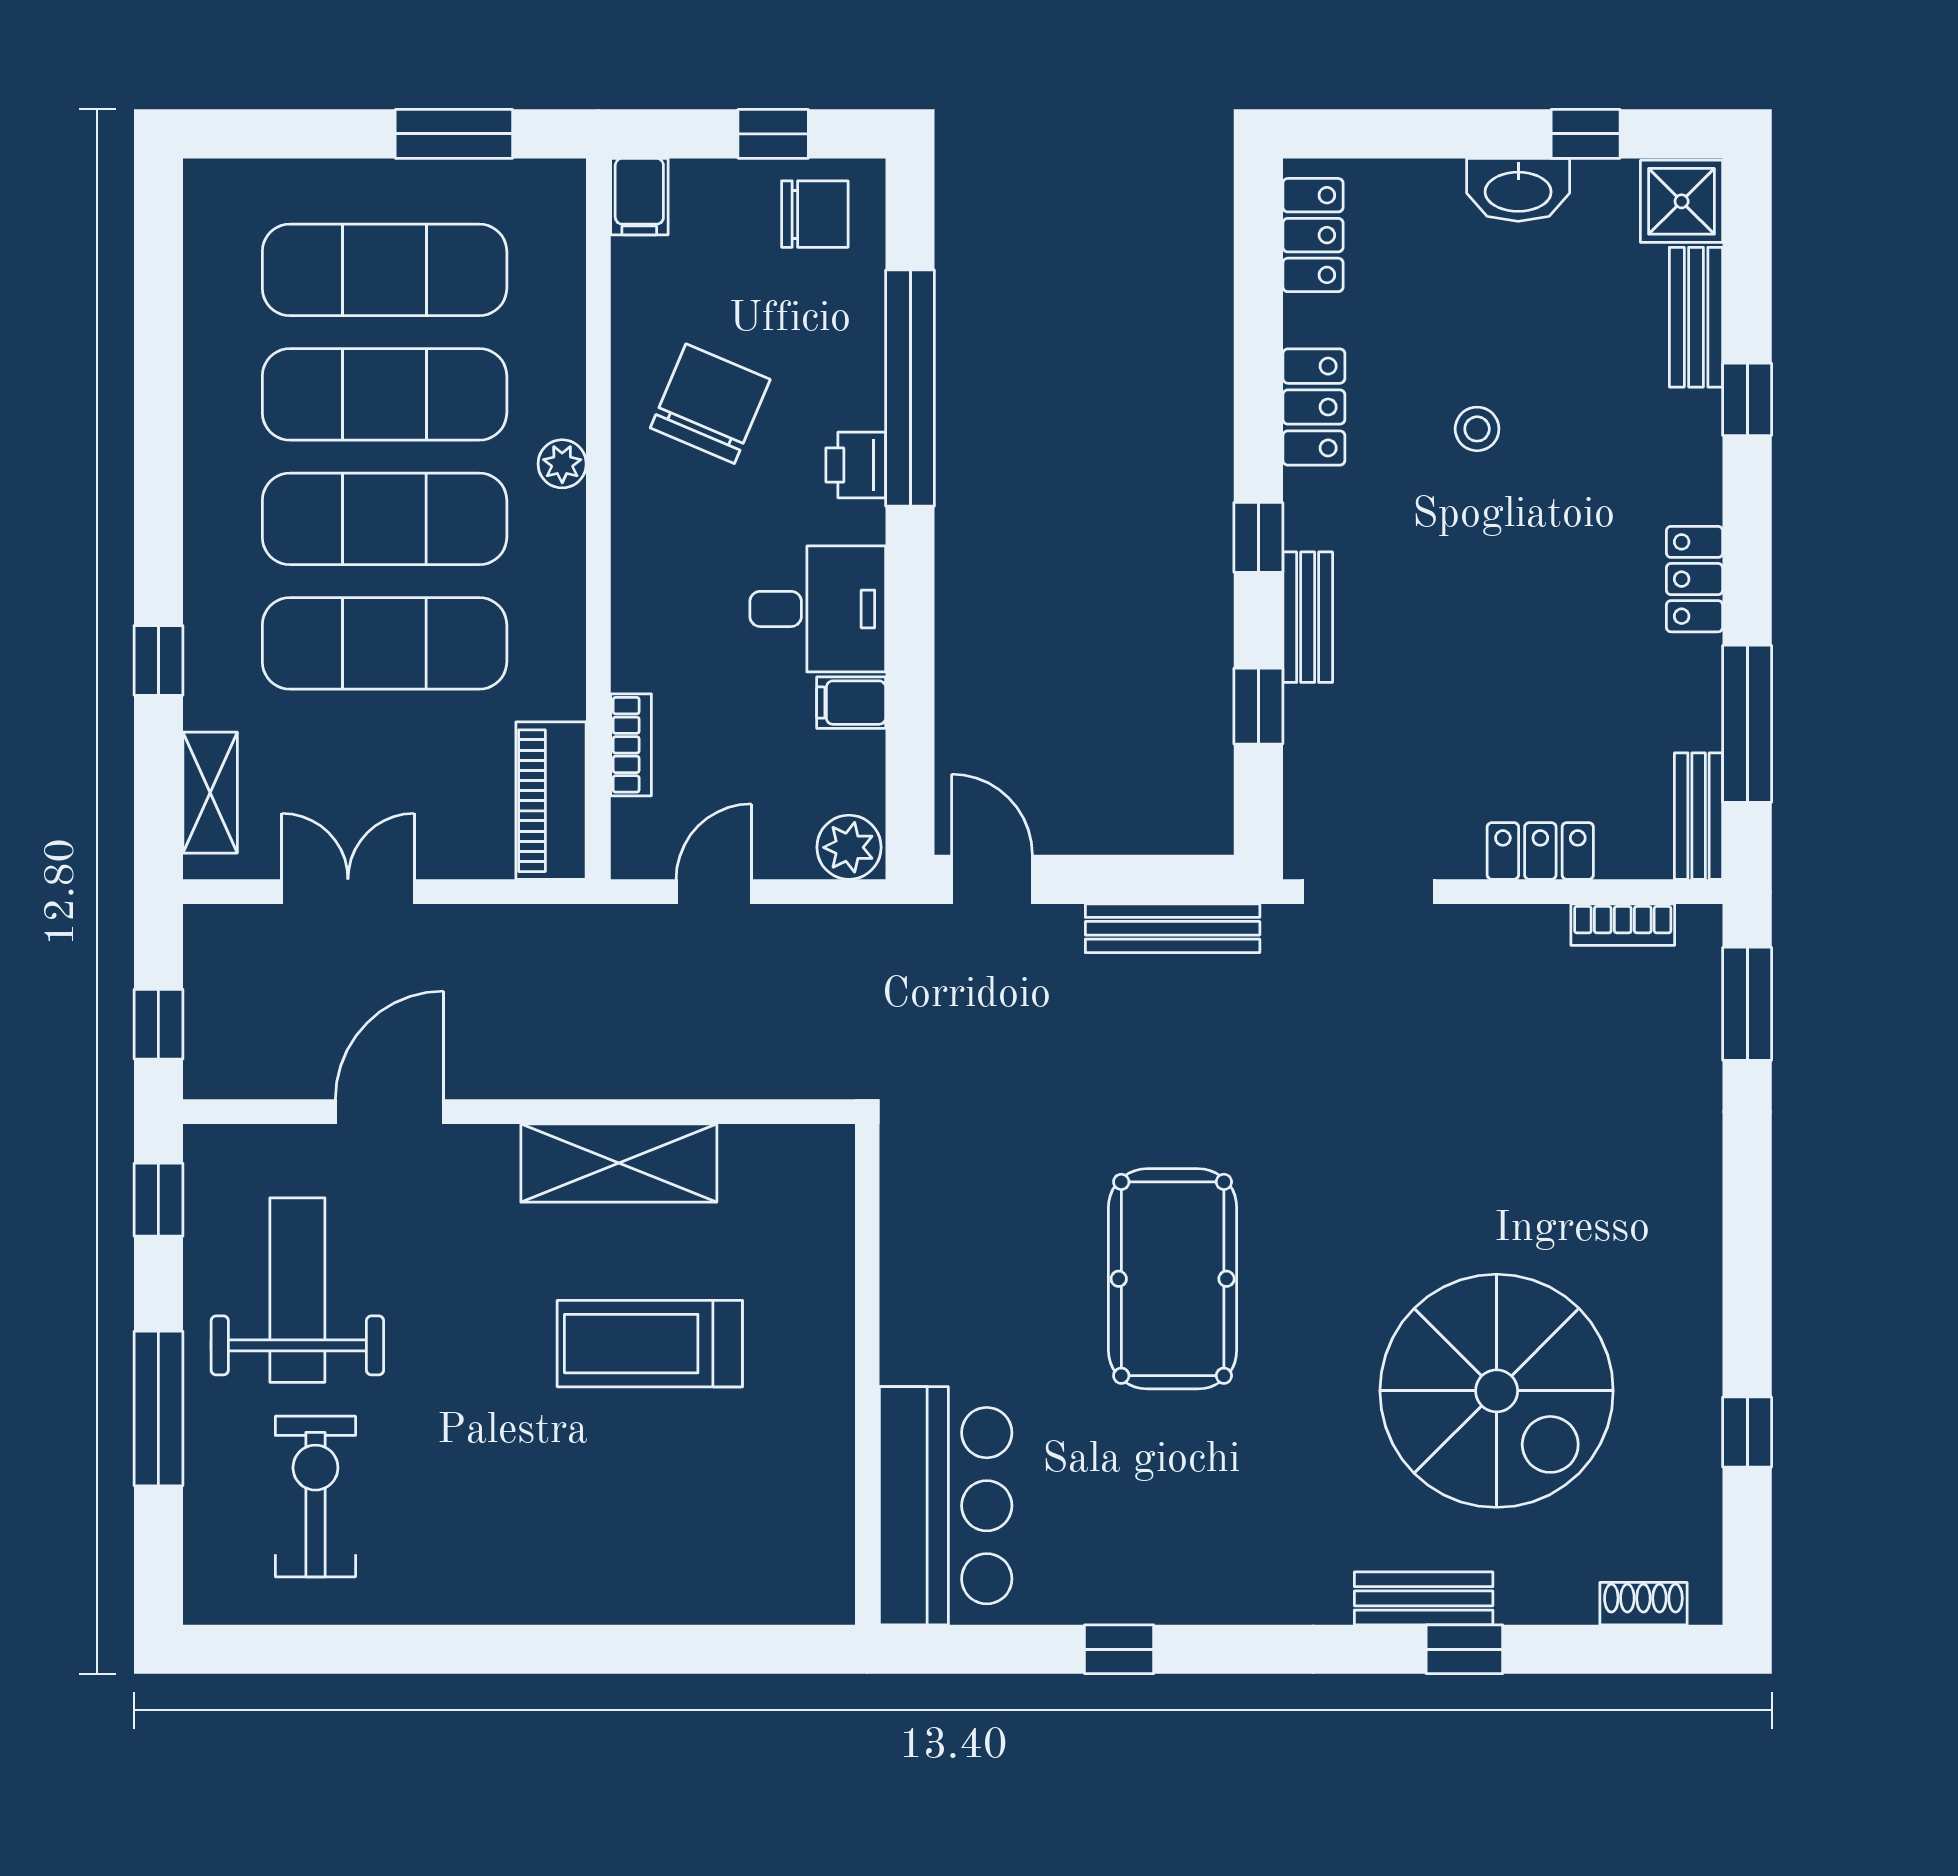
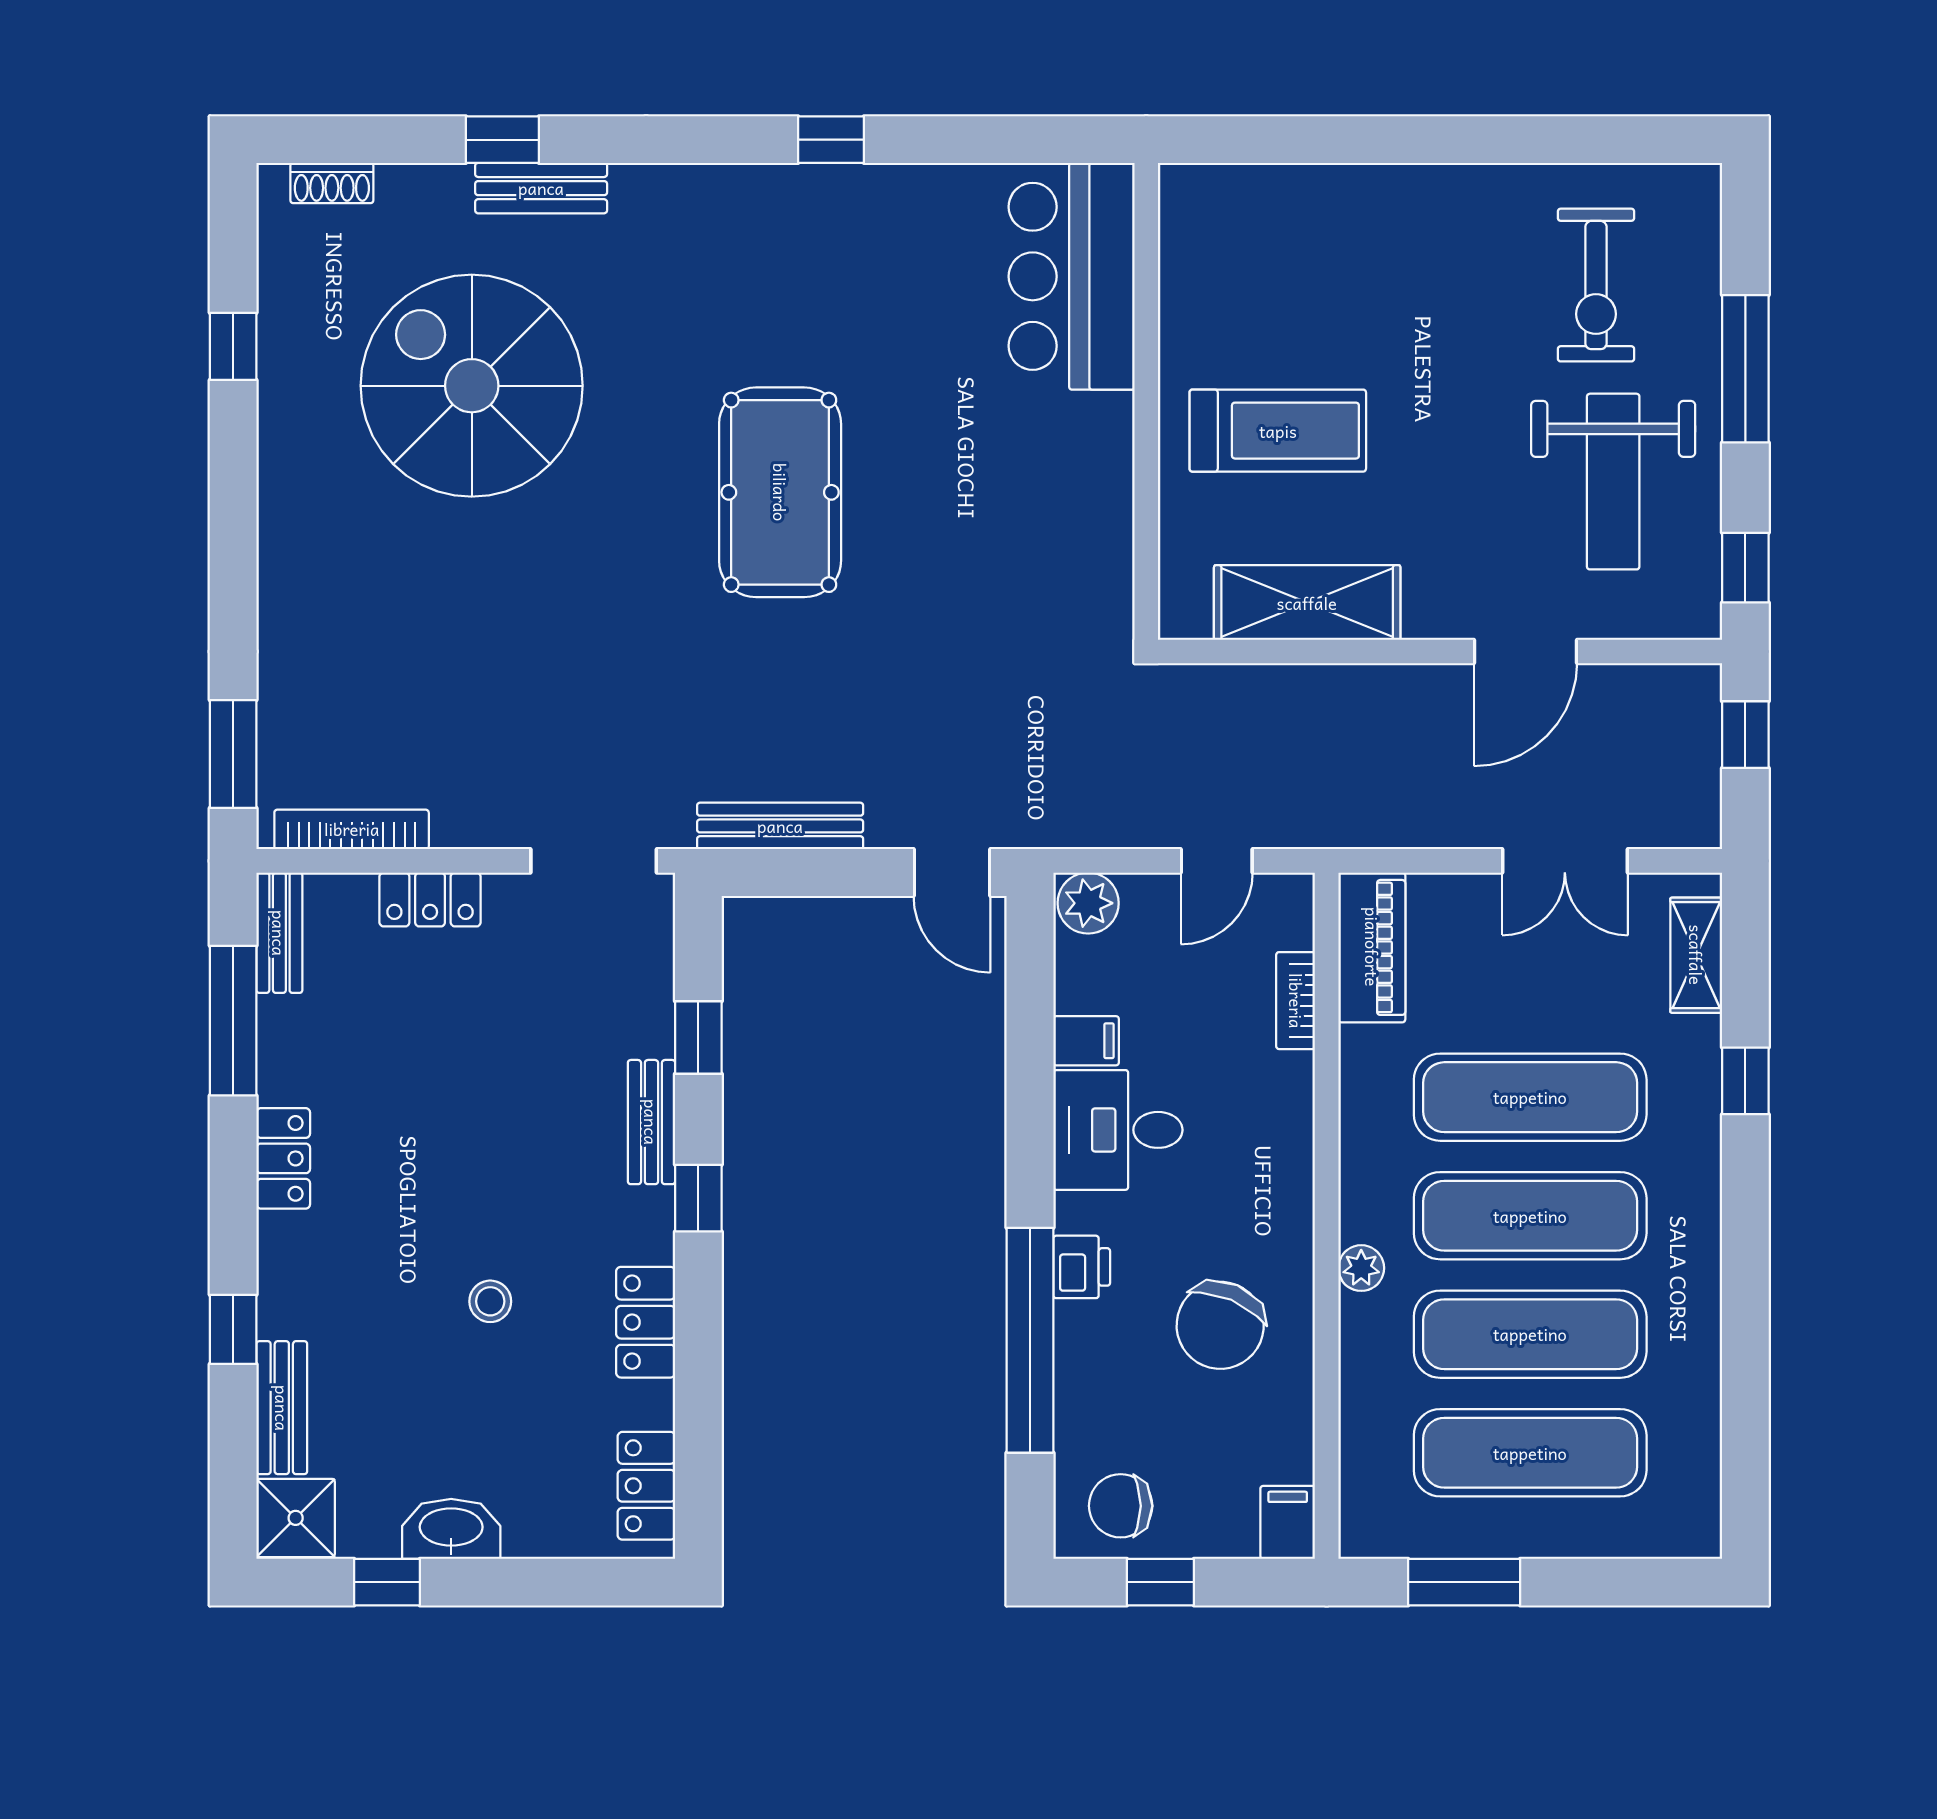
bookcase: (1623, 925) -> (352, 829), width x1.56
wall: (867, 1374) -> (1146, 401), moved
bar counter: (946, 1506) -> (1072, 276), moved

